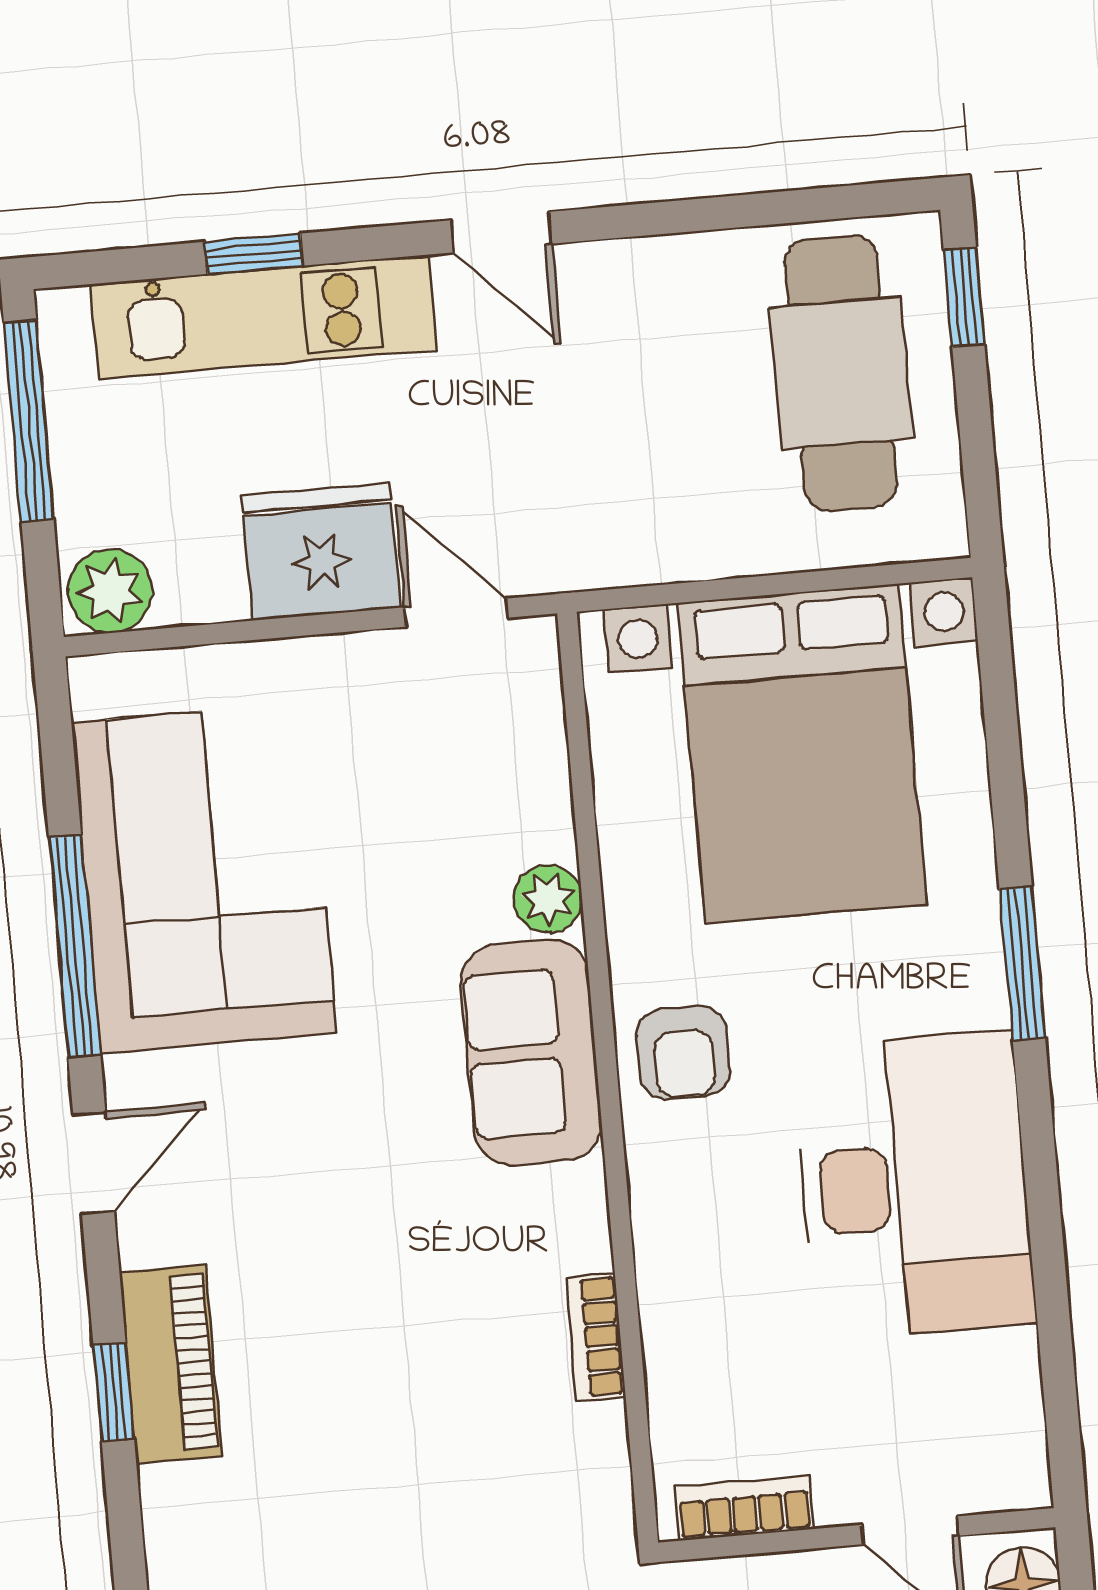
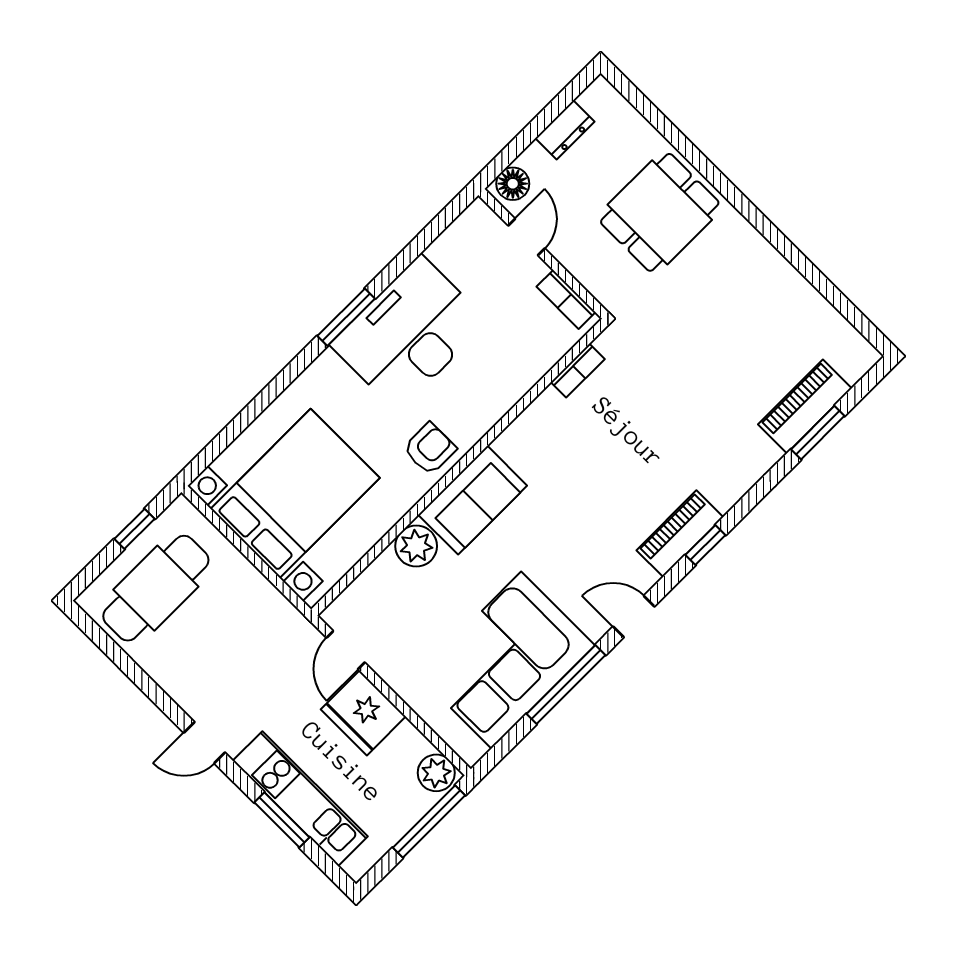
door: (501, 232) -> (204, 743), swing flipped
window: (254, 254) -> (282, 820), width x1.50
window: (964, 297) -> (134, 529), moved
window: (29, 421) -> (429, 821), moved
plant: (548, 899) -> (416, 546), width x1.38, depth x1.38
window: (1022, 963) -> (346, 317), moved
bookcase: (596, 1337) -> (578, 371), moved

